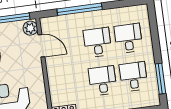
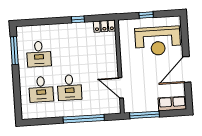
plant: (30, 28) -> (130, 105), removed
desk: (103, 81) -> (67, 52), removed

